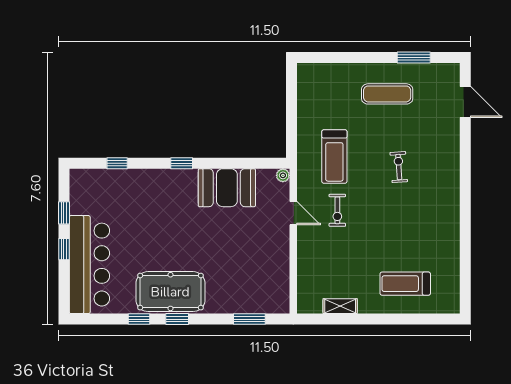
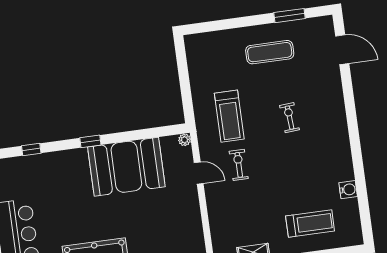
booth: (227, 188) -> (126, 167), width x1.36, depth x1.42
exercise bike: (337, 210) -> (239, 165), turned 180
water cooler: (451, 253) -> (348, 190), added
treadmill: (405, 284) -> (310, 224), turned 180

